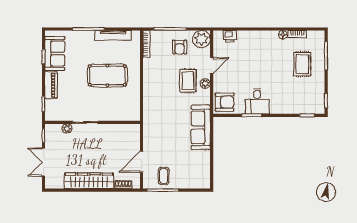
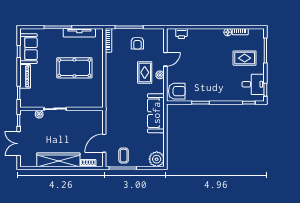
plant: (201, 39) -> (157, 159), moved
rug: (302, 64) -> (245, 58), turned 90
desk: (257, 101) -> (253, 84), moved, turned -90

